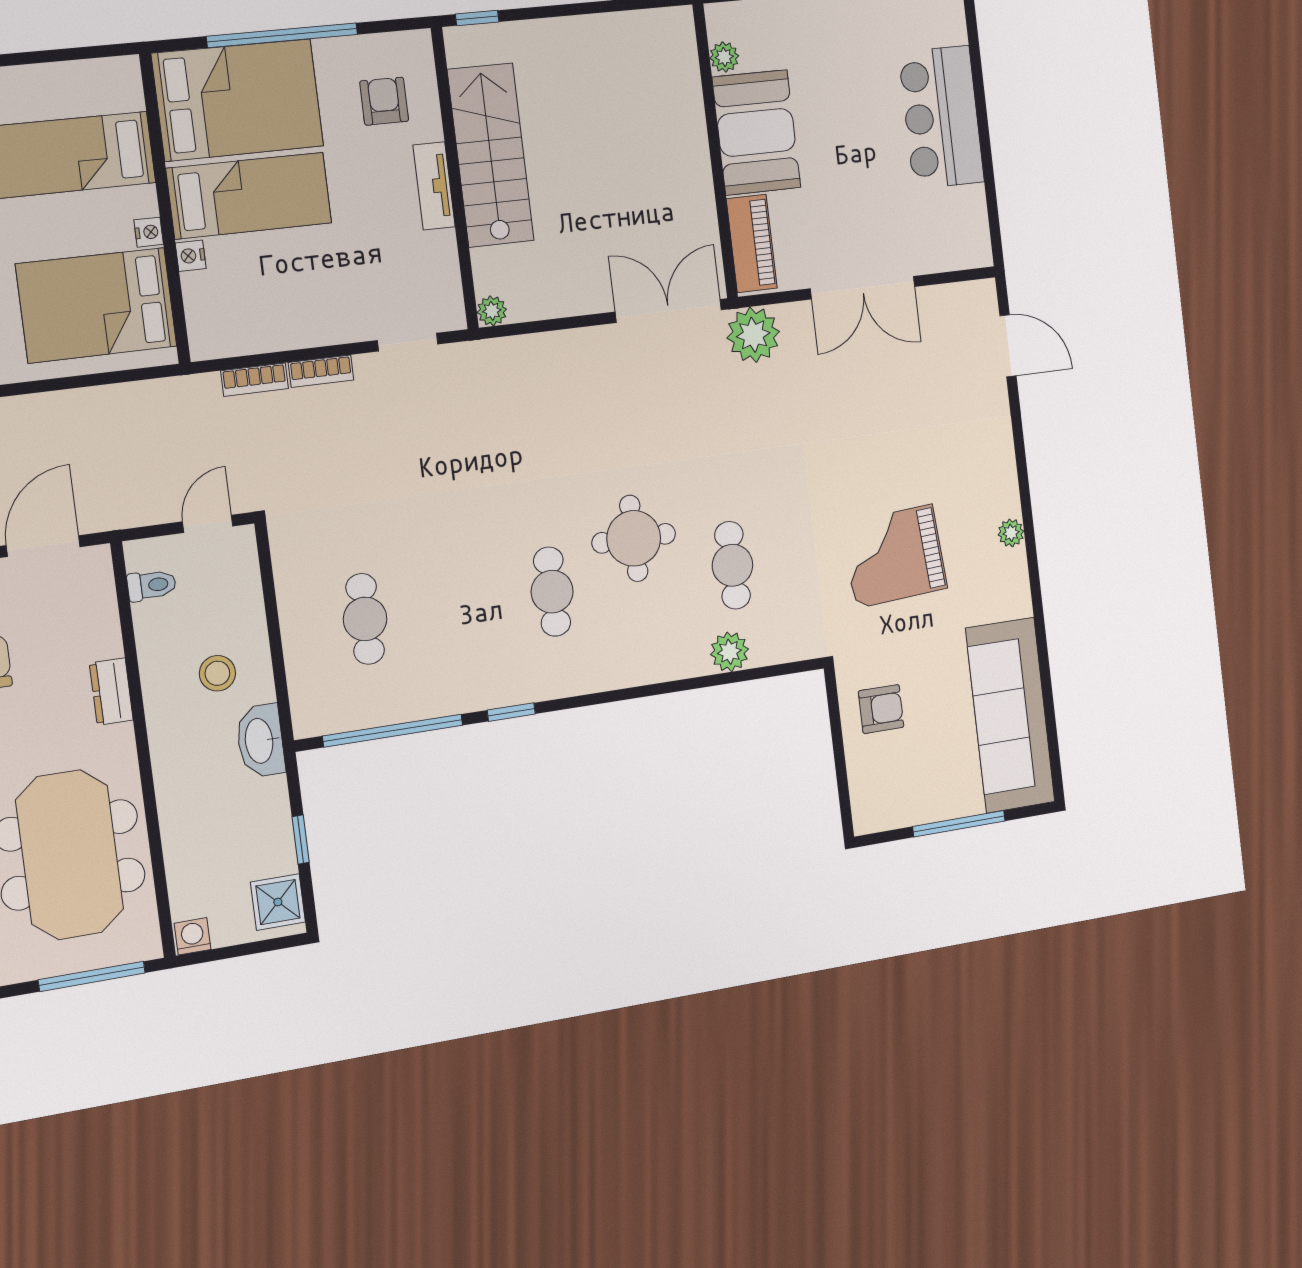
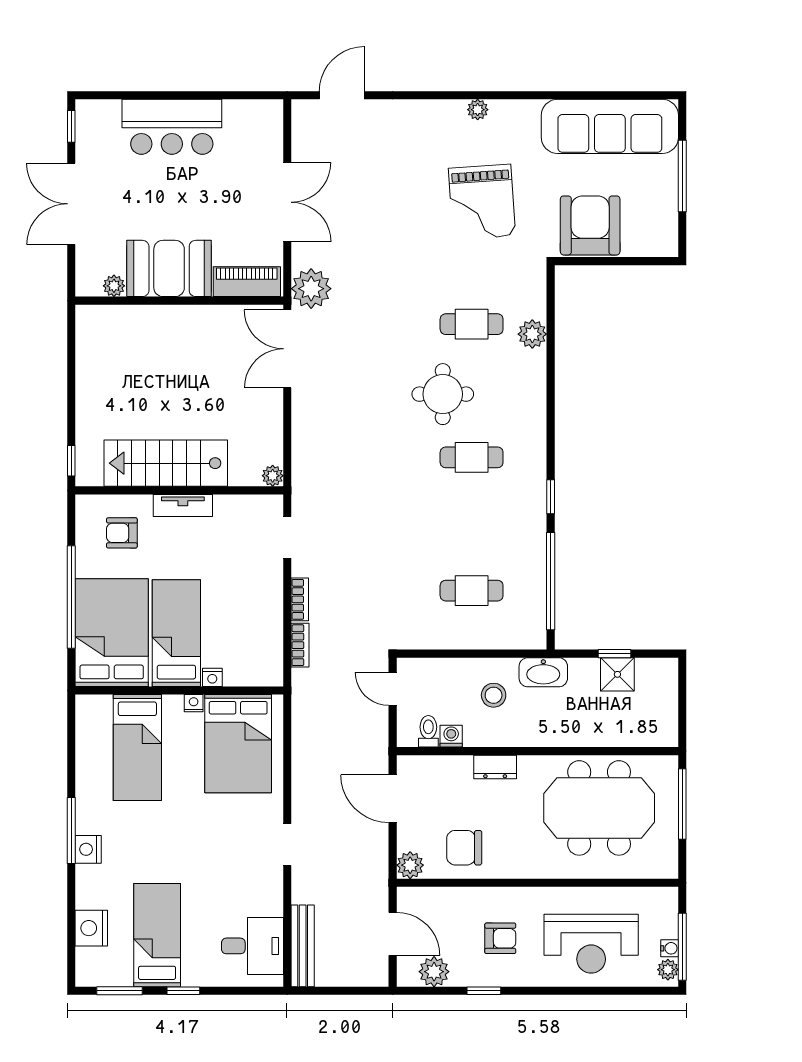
armchair: (881, 709) -> (590, 225), width x1.88, depth x1.88
shower: (278, 902) -> (617, 674), moved
washing machine: (193, 936) -> (451, 736), moved, turned 90

